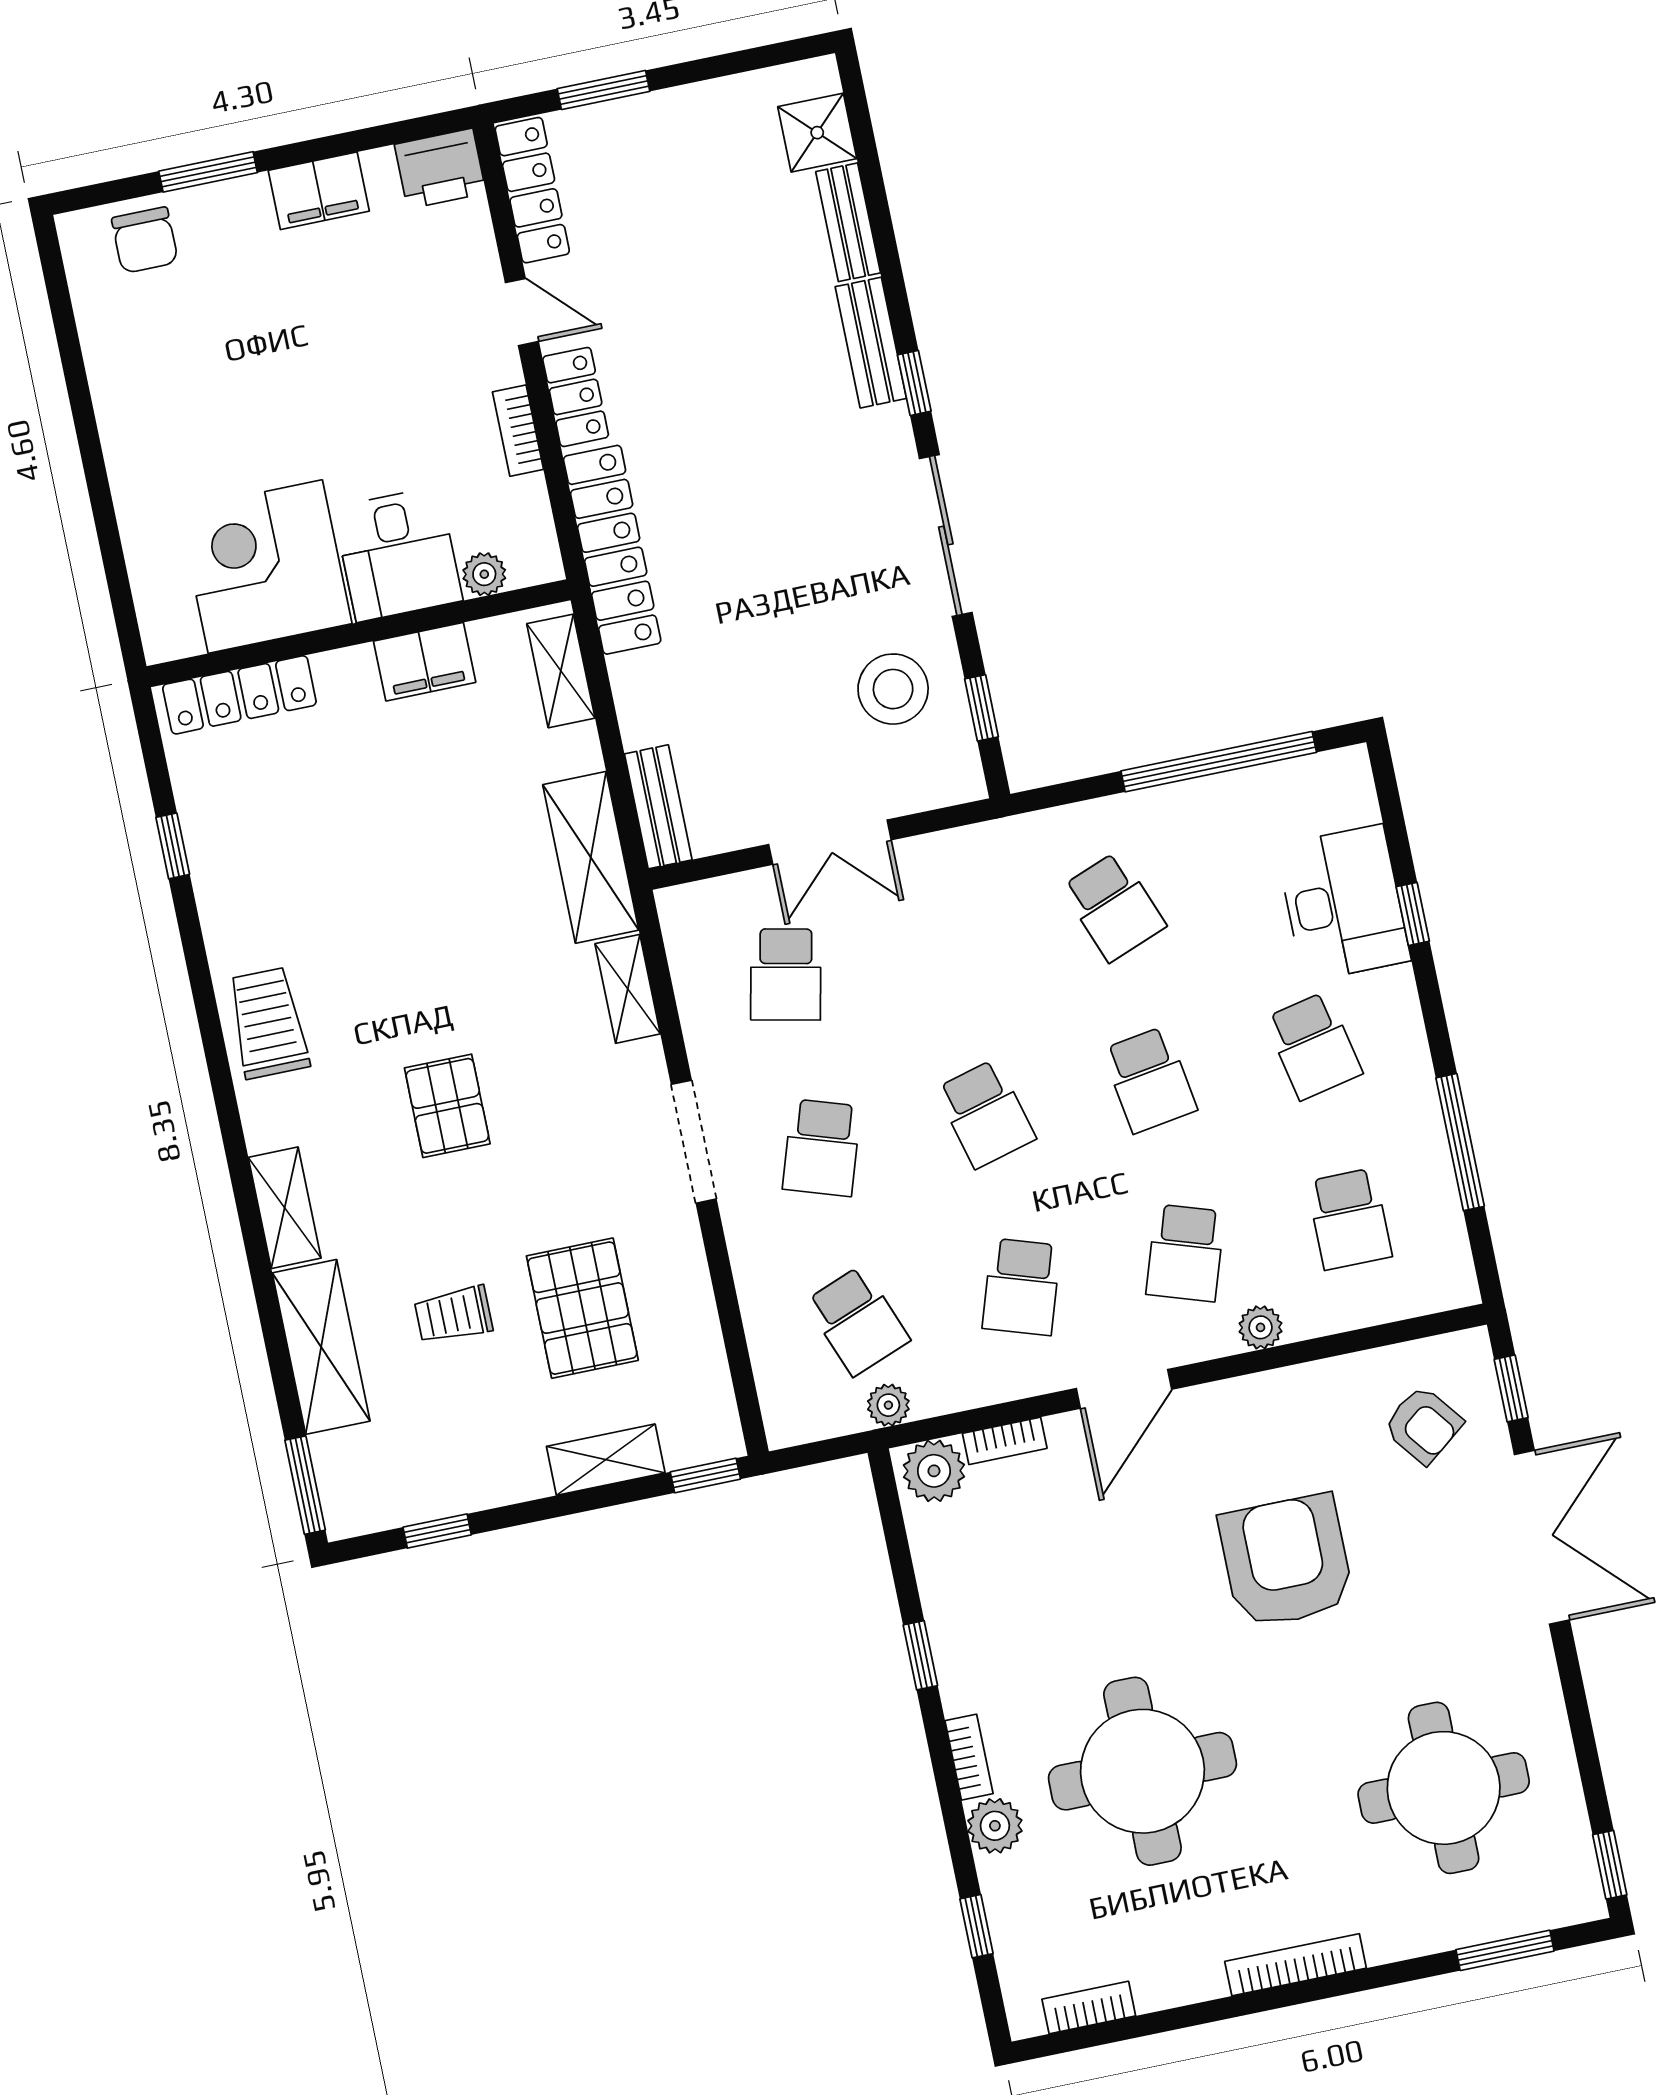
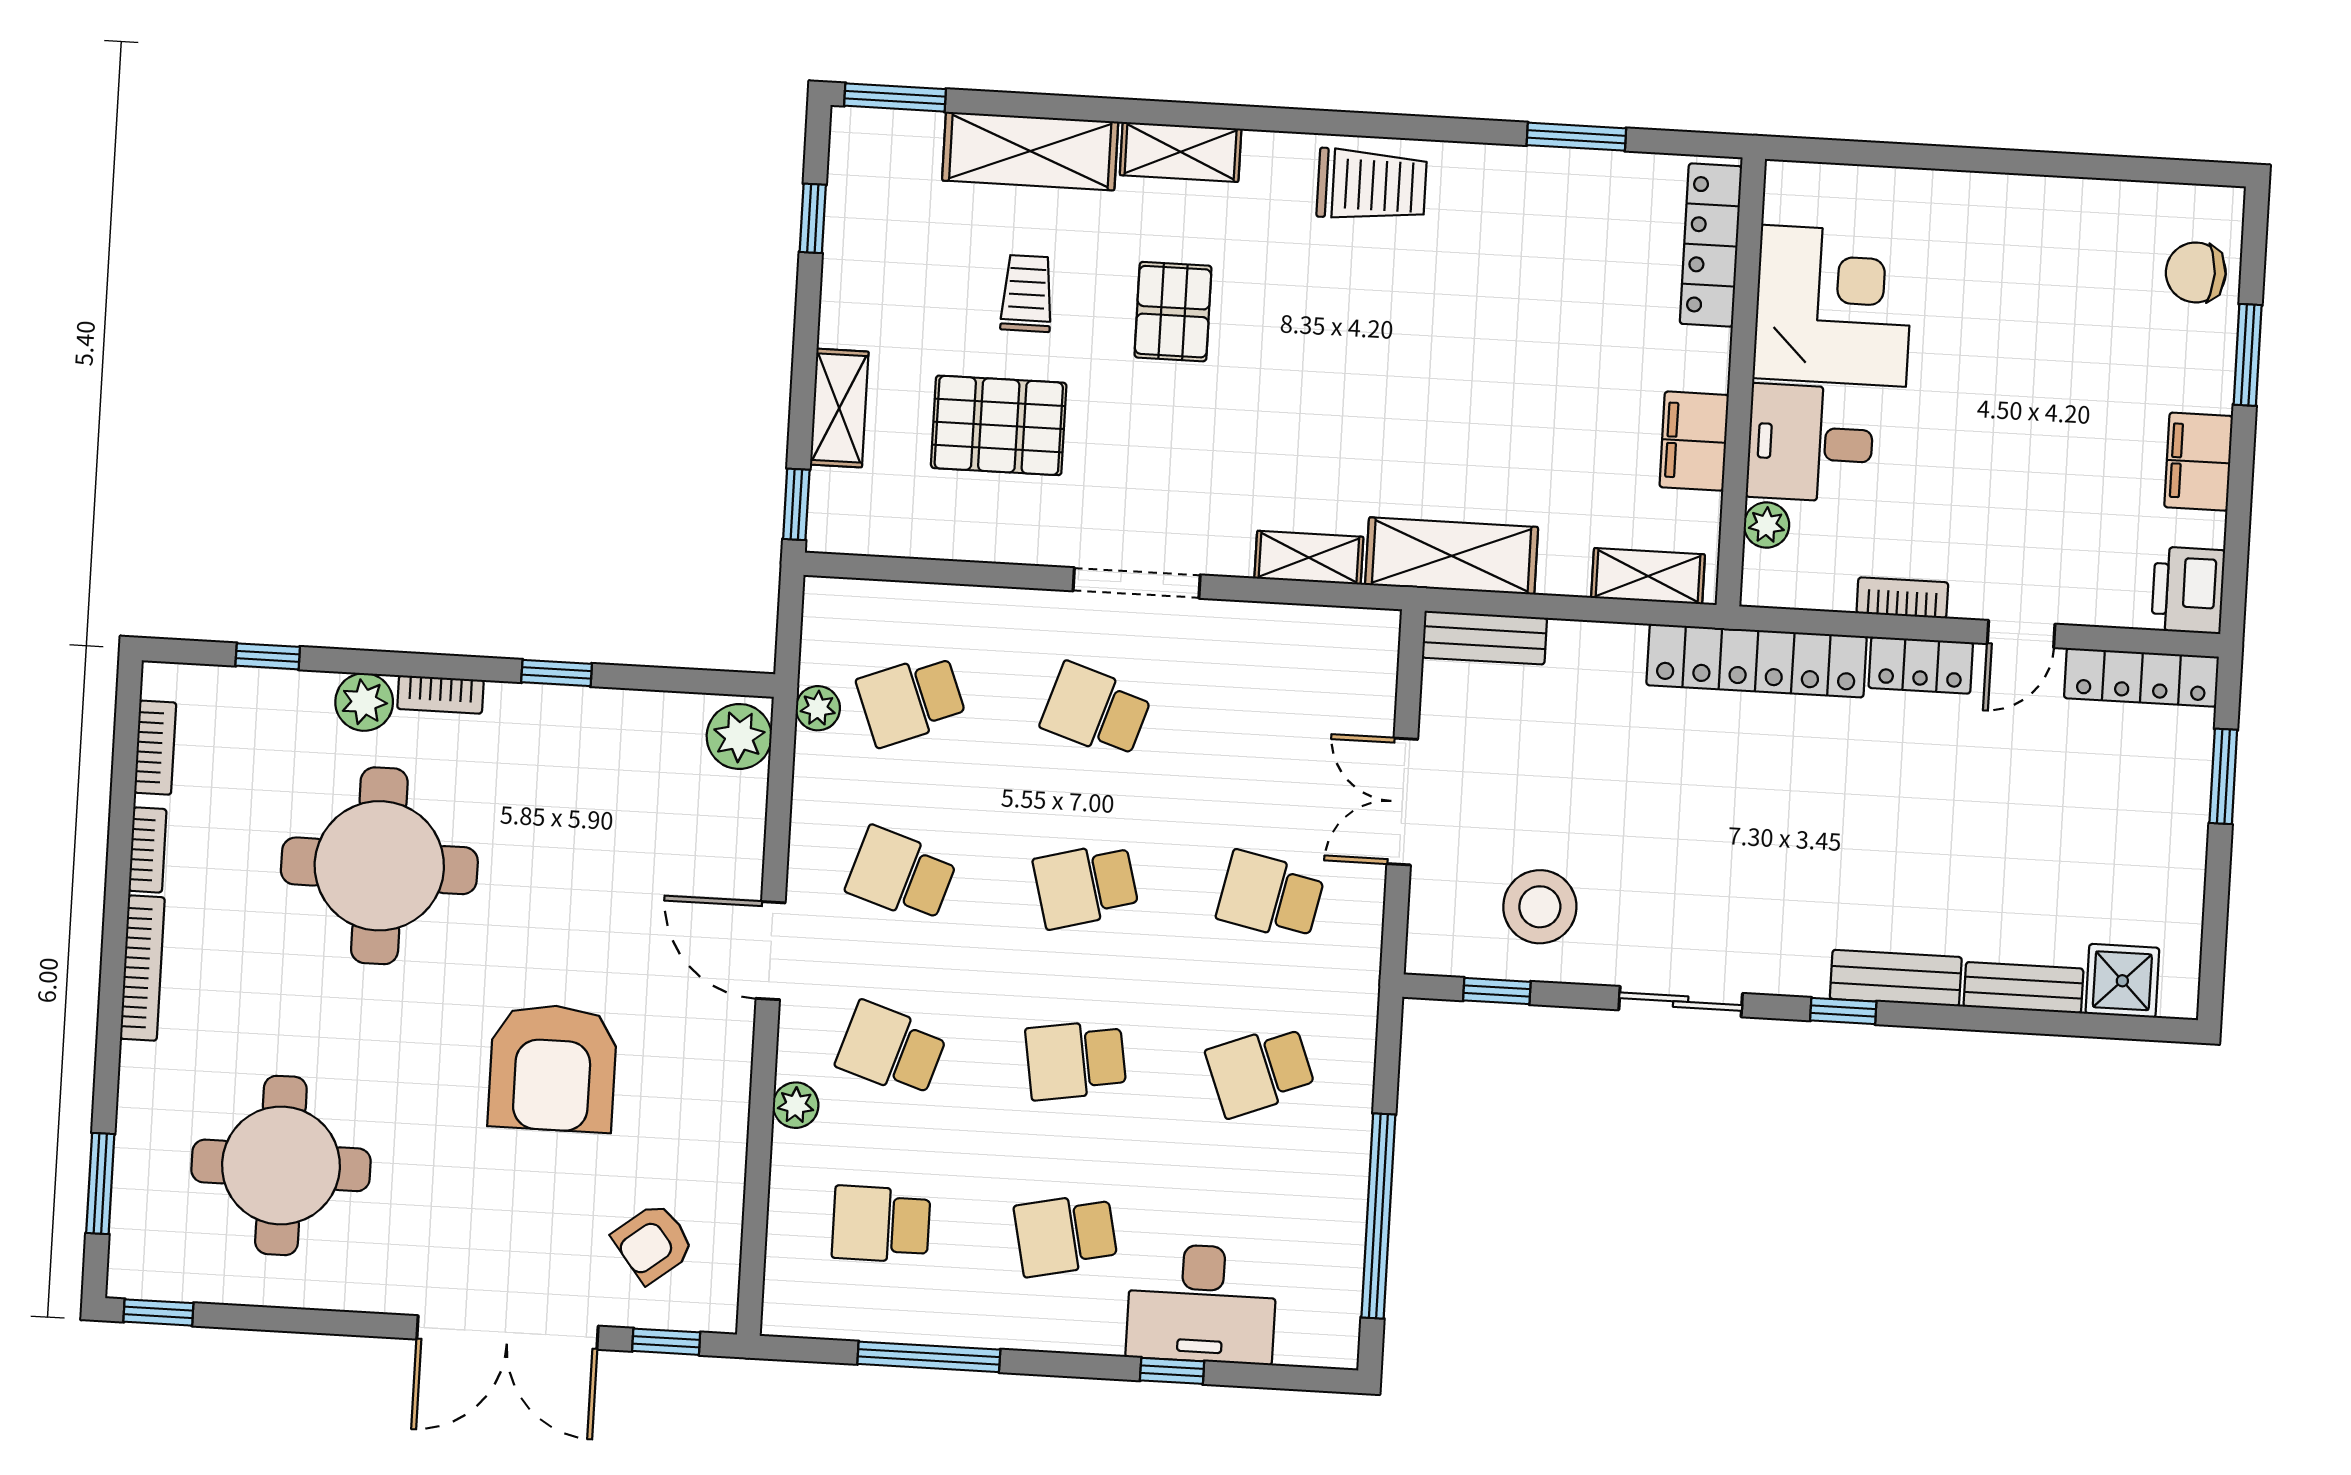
sliding door: (946, 536) -> (1681, 1002), width x0.73
window: (173, 846) -> (1576, 137), width x1.50
school desk: (786, 974) -> (1270, 896), moved
pallet: (447, 1106) -> (1173, 312), moved, turned 90
bookcase: (1005, 1441) -> (148, 850), moved, turned 180
armchair: (1286, 1561) -> (553, 1068), turned 90

